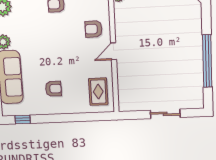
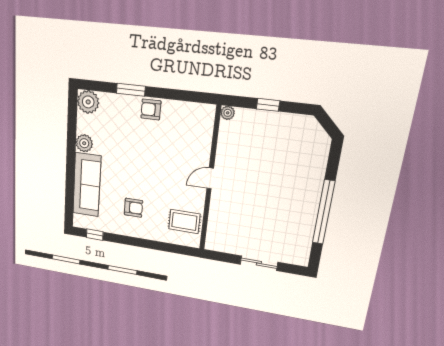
armchair: (94, 29) -> (191, 147), removed
rug: (98, 92) -> (184, 221), turned 90

